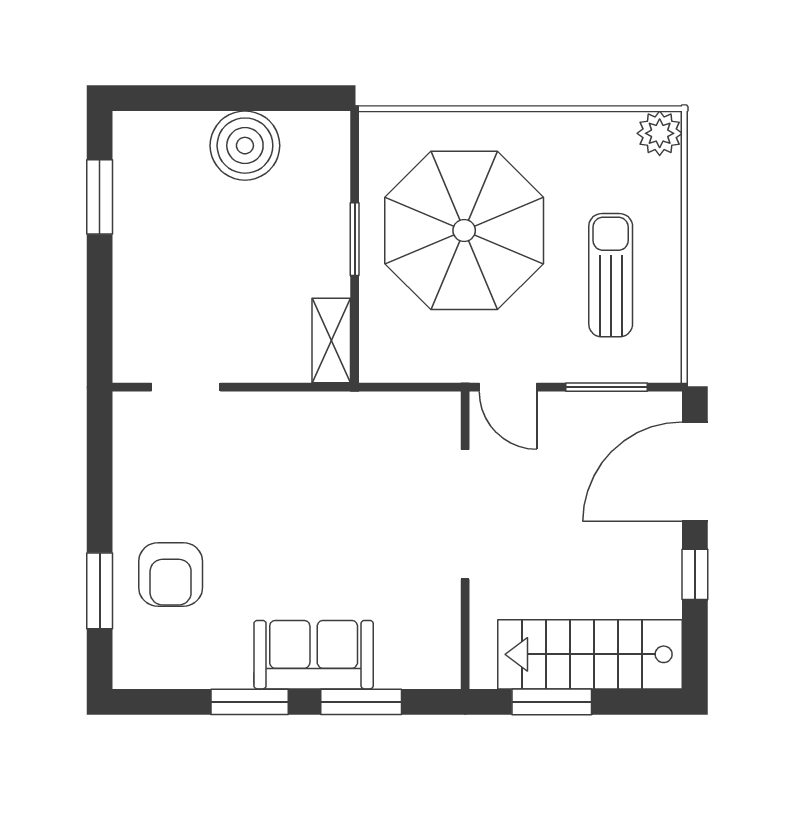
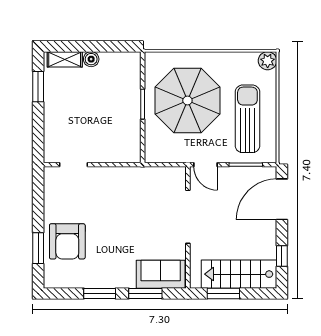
boiler: (245, 146) -> (91, 59), width x0.54, depth x0.54
sun lounger: (611, 275) -> (247, 119), width x1.36, depth x1.34
shelving: (331, 340) -> (65, 59), moved, turned 90
armchair: (171, 574) -> (67, 241), width x1.36, depth x1.36
window: (695, 574) -> (282, 256), moved
sofa: (314, 655) -> (161, 274), moved

